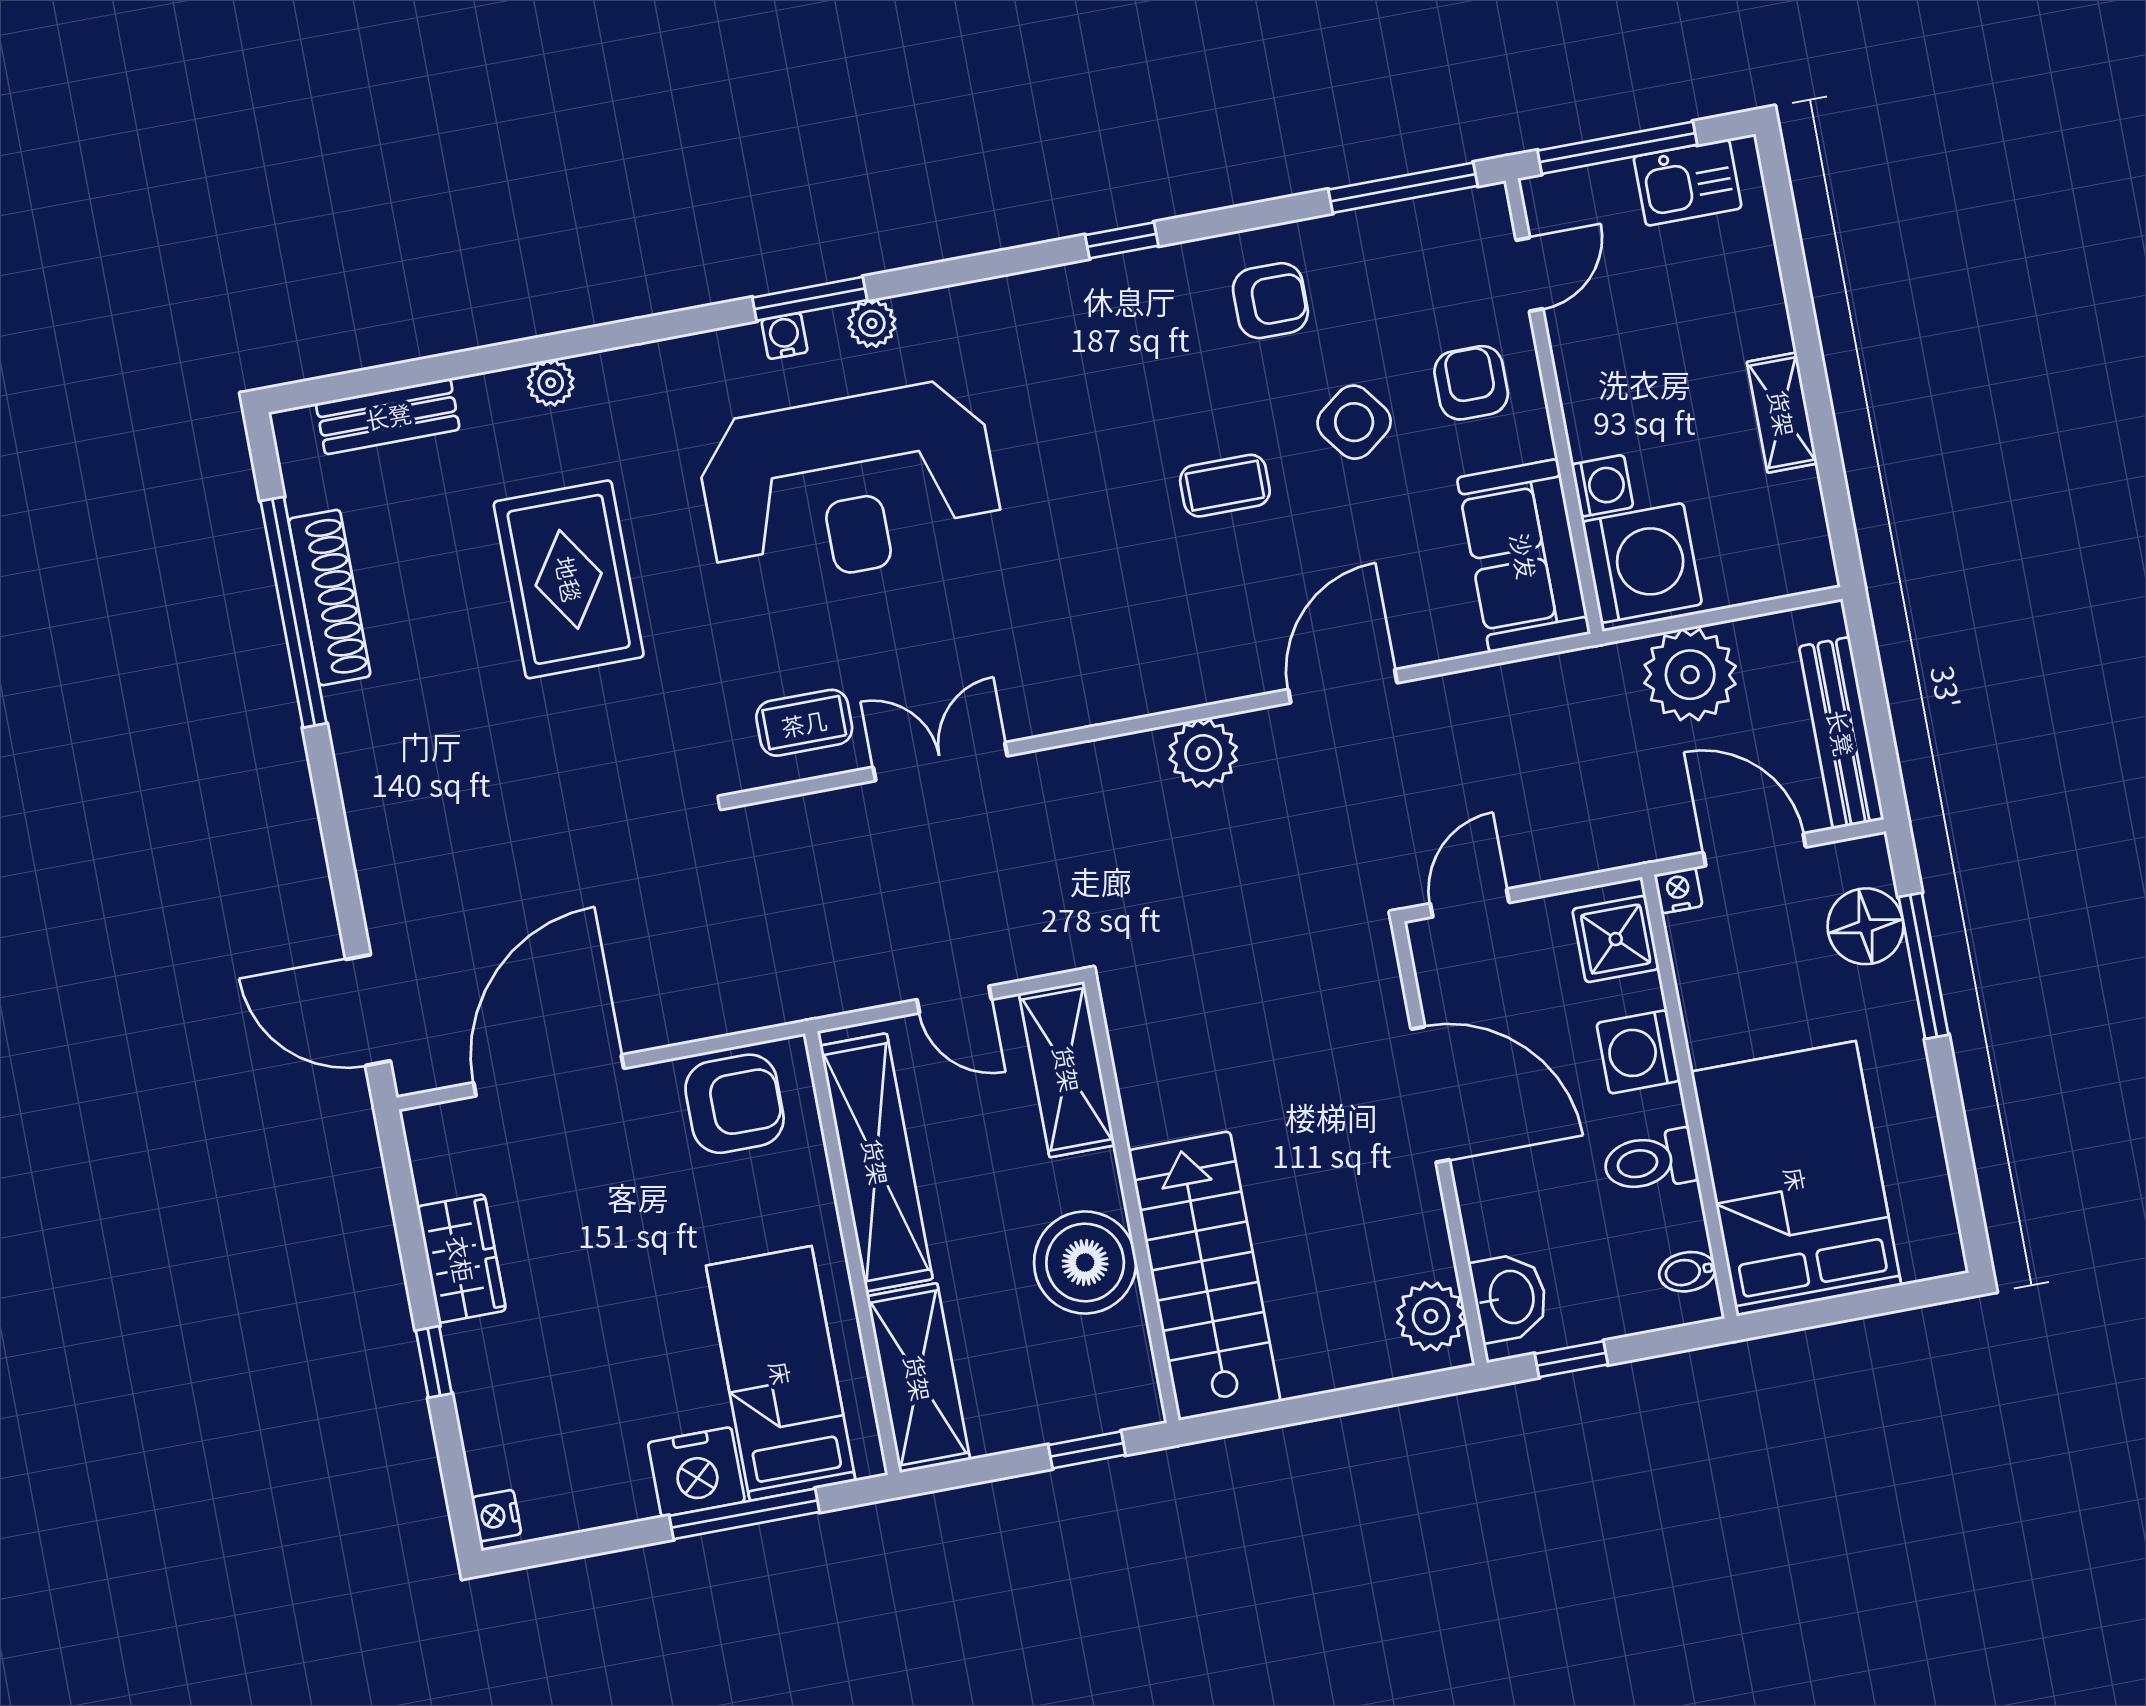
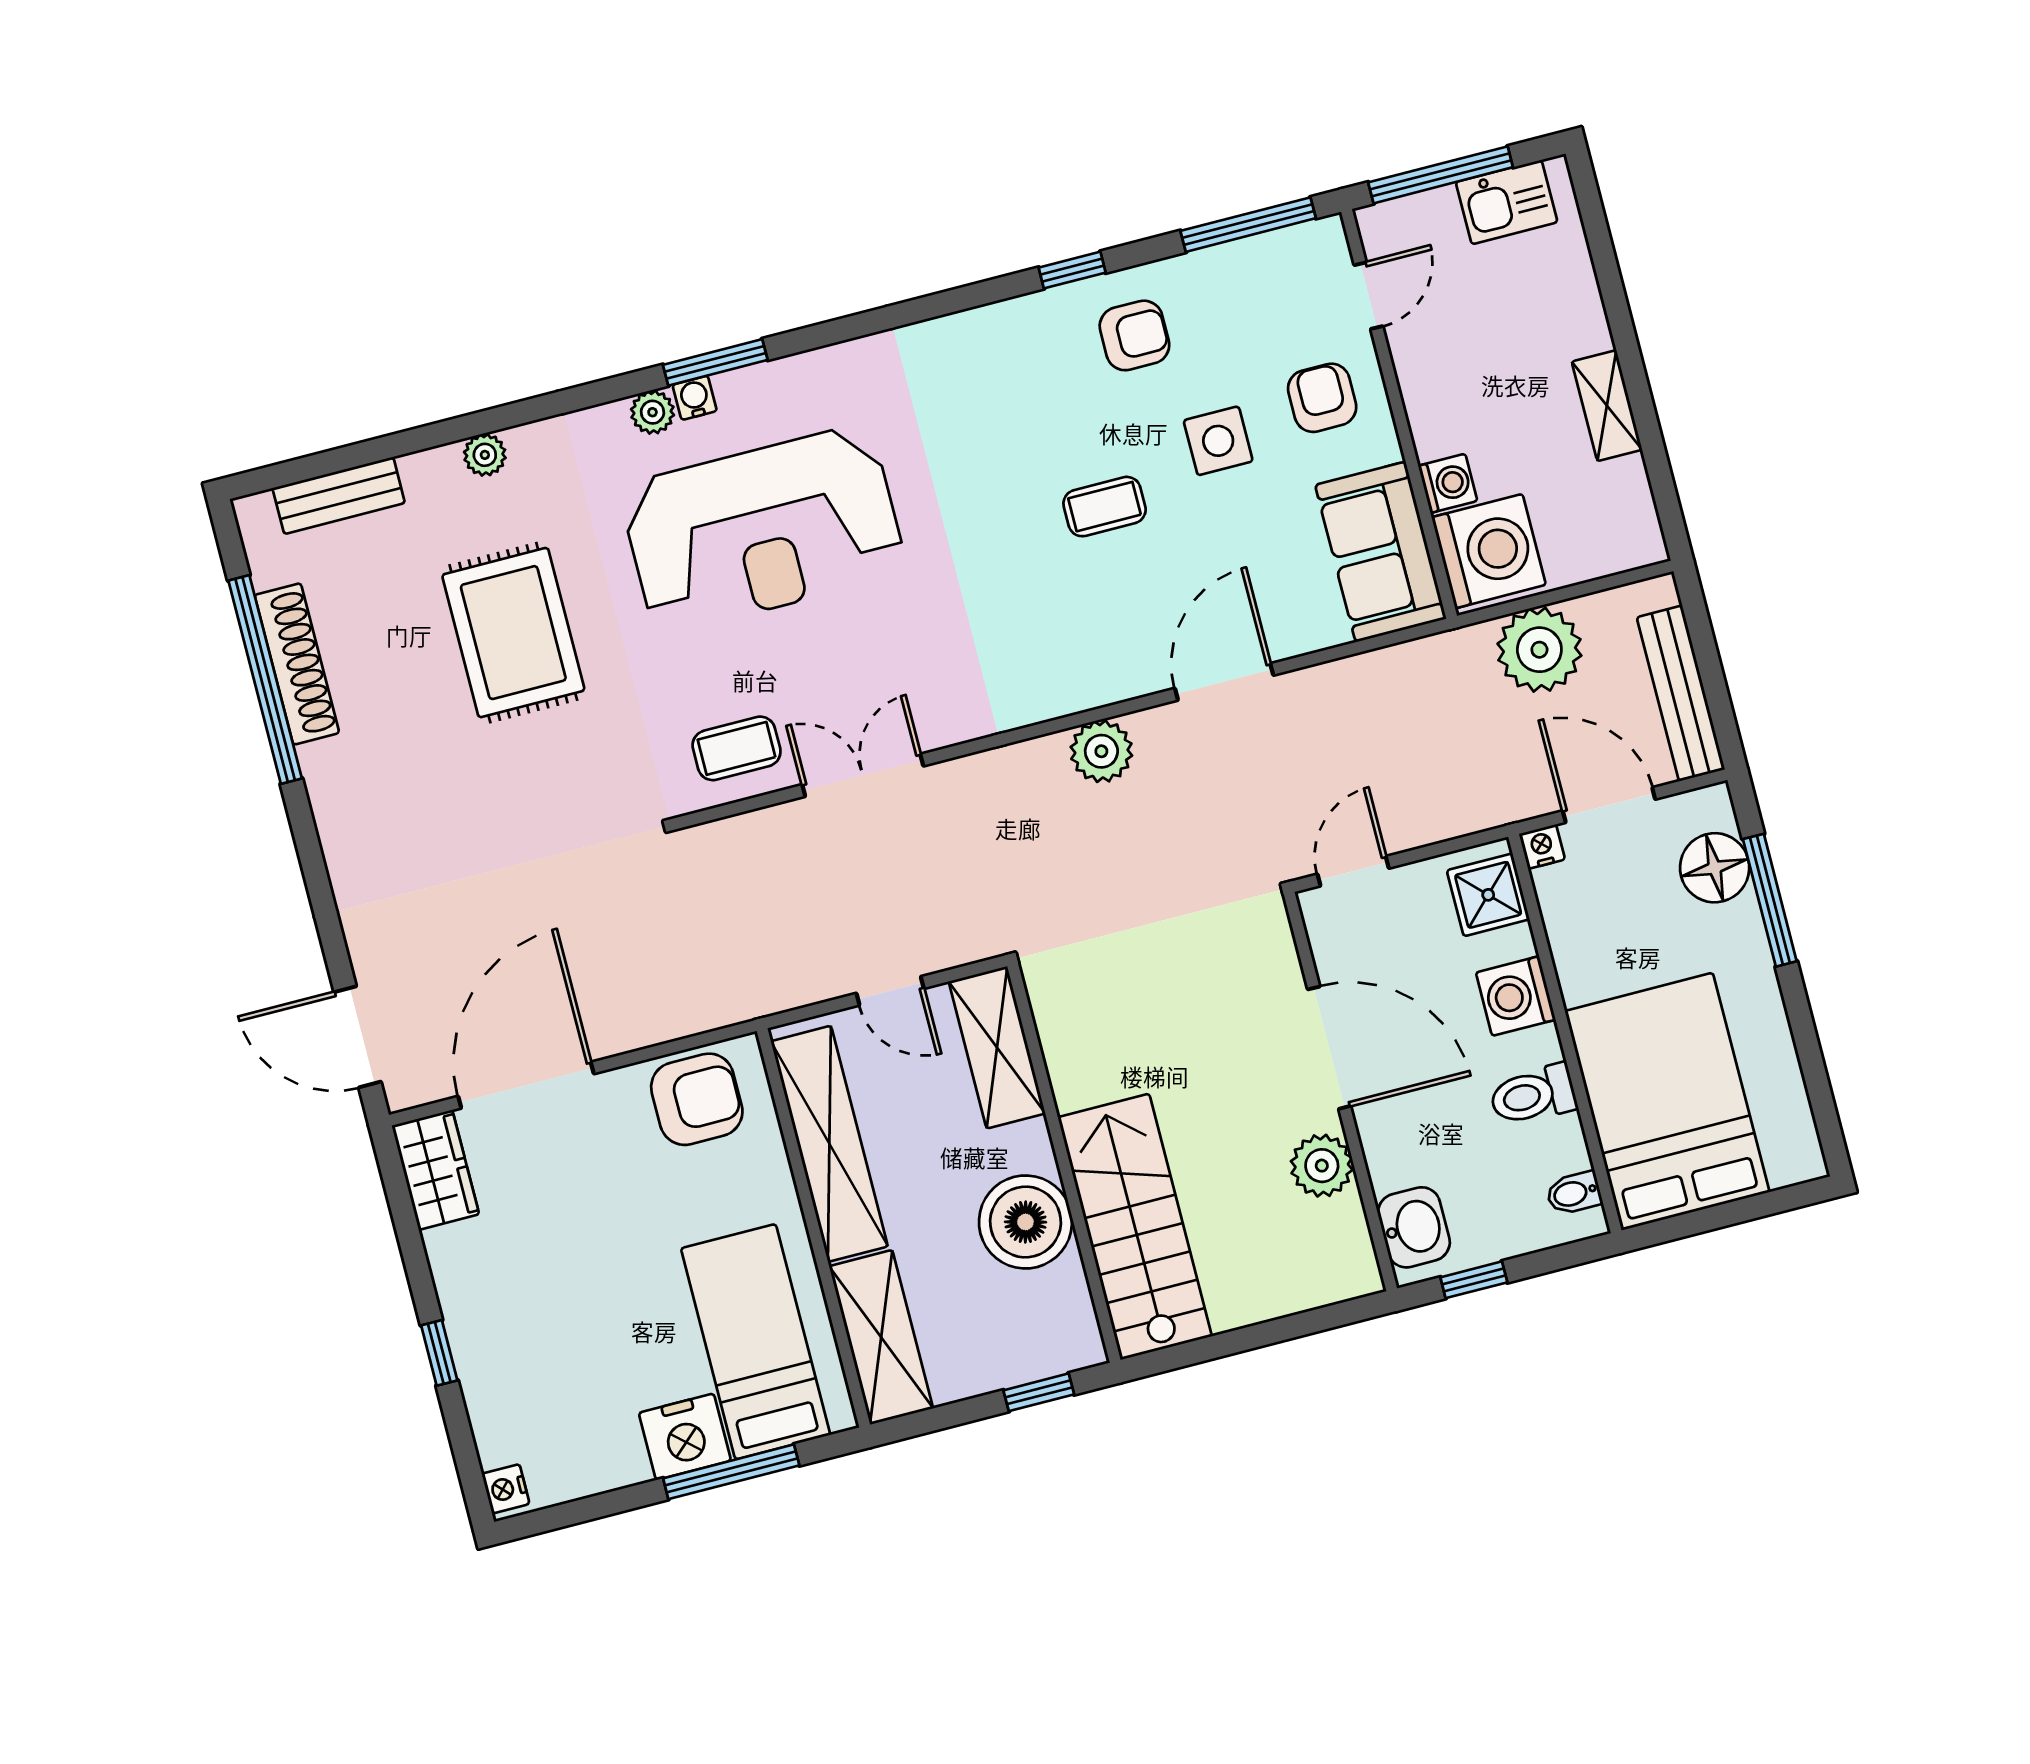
window: (1122, 240) -> (1072, 270), moved
plant: (872, 323) -> (652, 412), moved
side table: (1354, 422) -> (1218, 441), turned 37
wardrobe: (461, 1259) -> (435, 1170), moved
plant: (1431, 1316) -> (1322, 1166), moved

